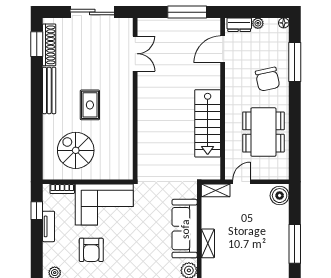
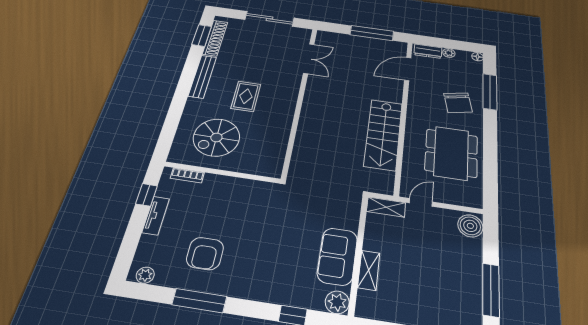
spiral stairs: (76, 150) -> (216, 137), turned -90
corner sofa: (104, 204) -> (237, 201), removed
sofa: (185, 229) -> (337, 256), width x0.73

